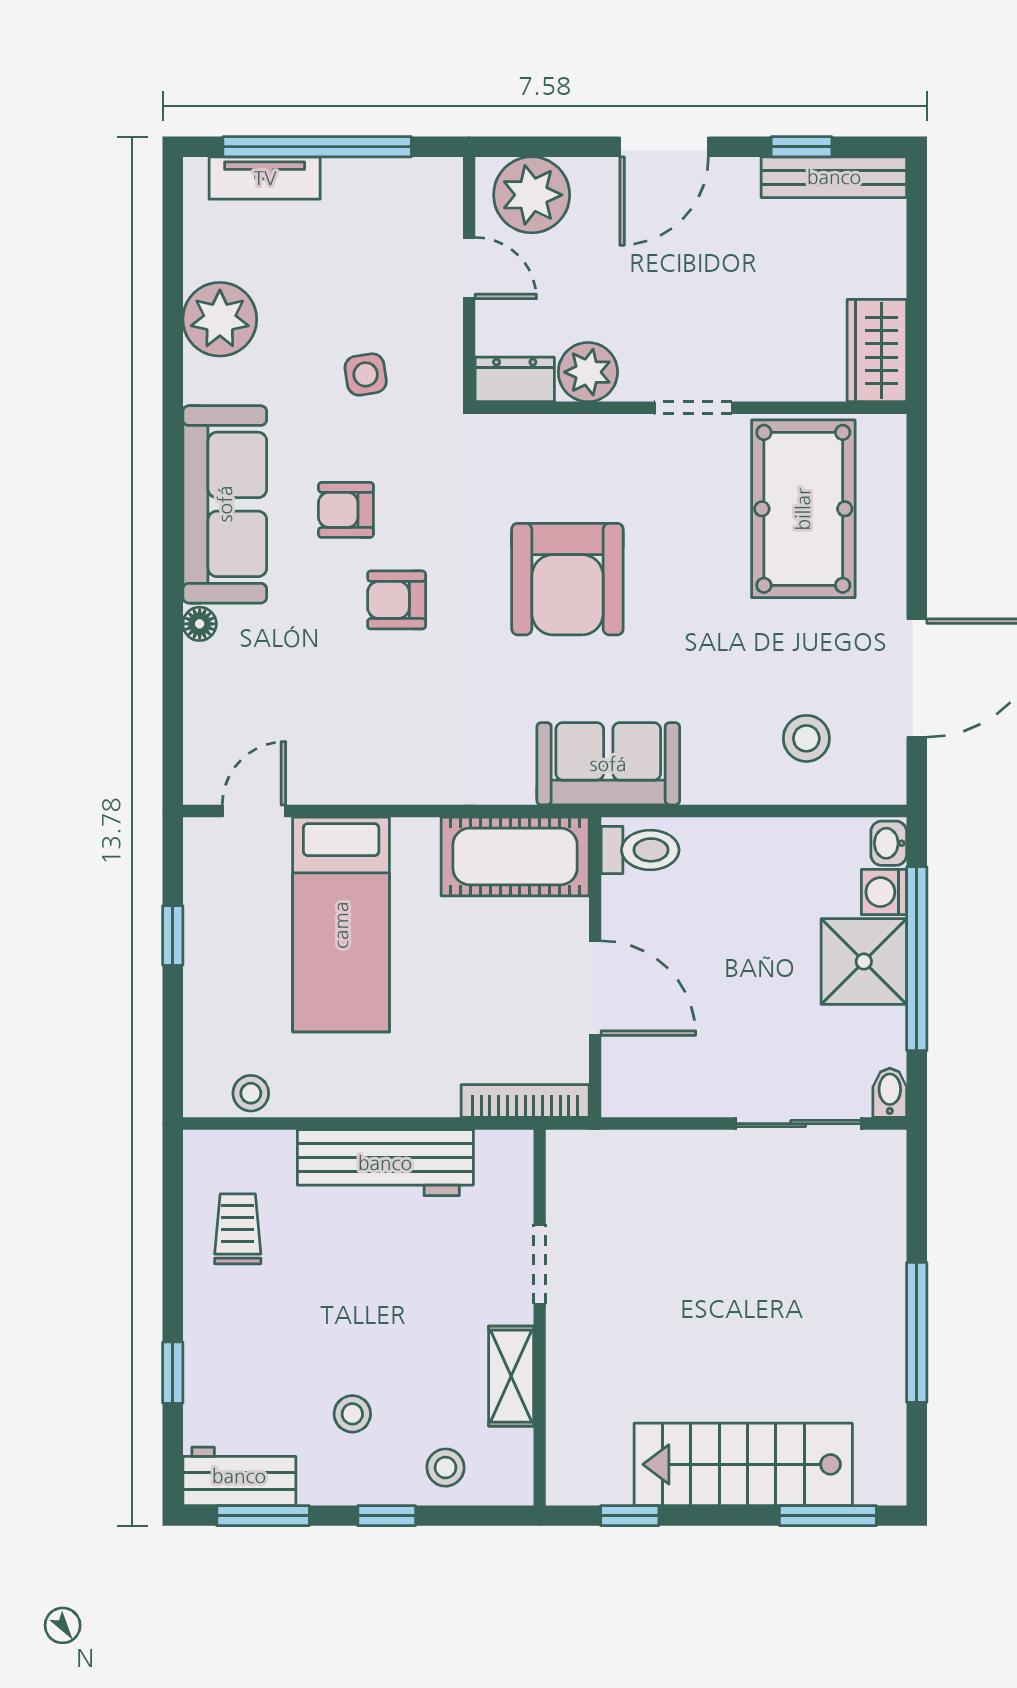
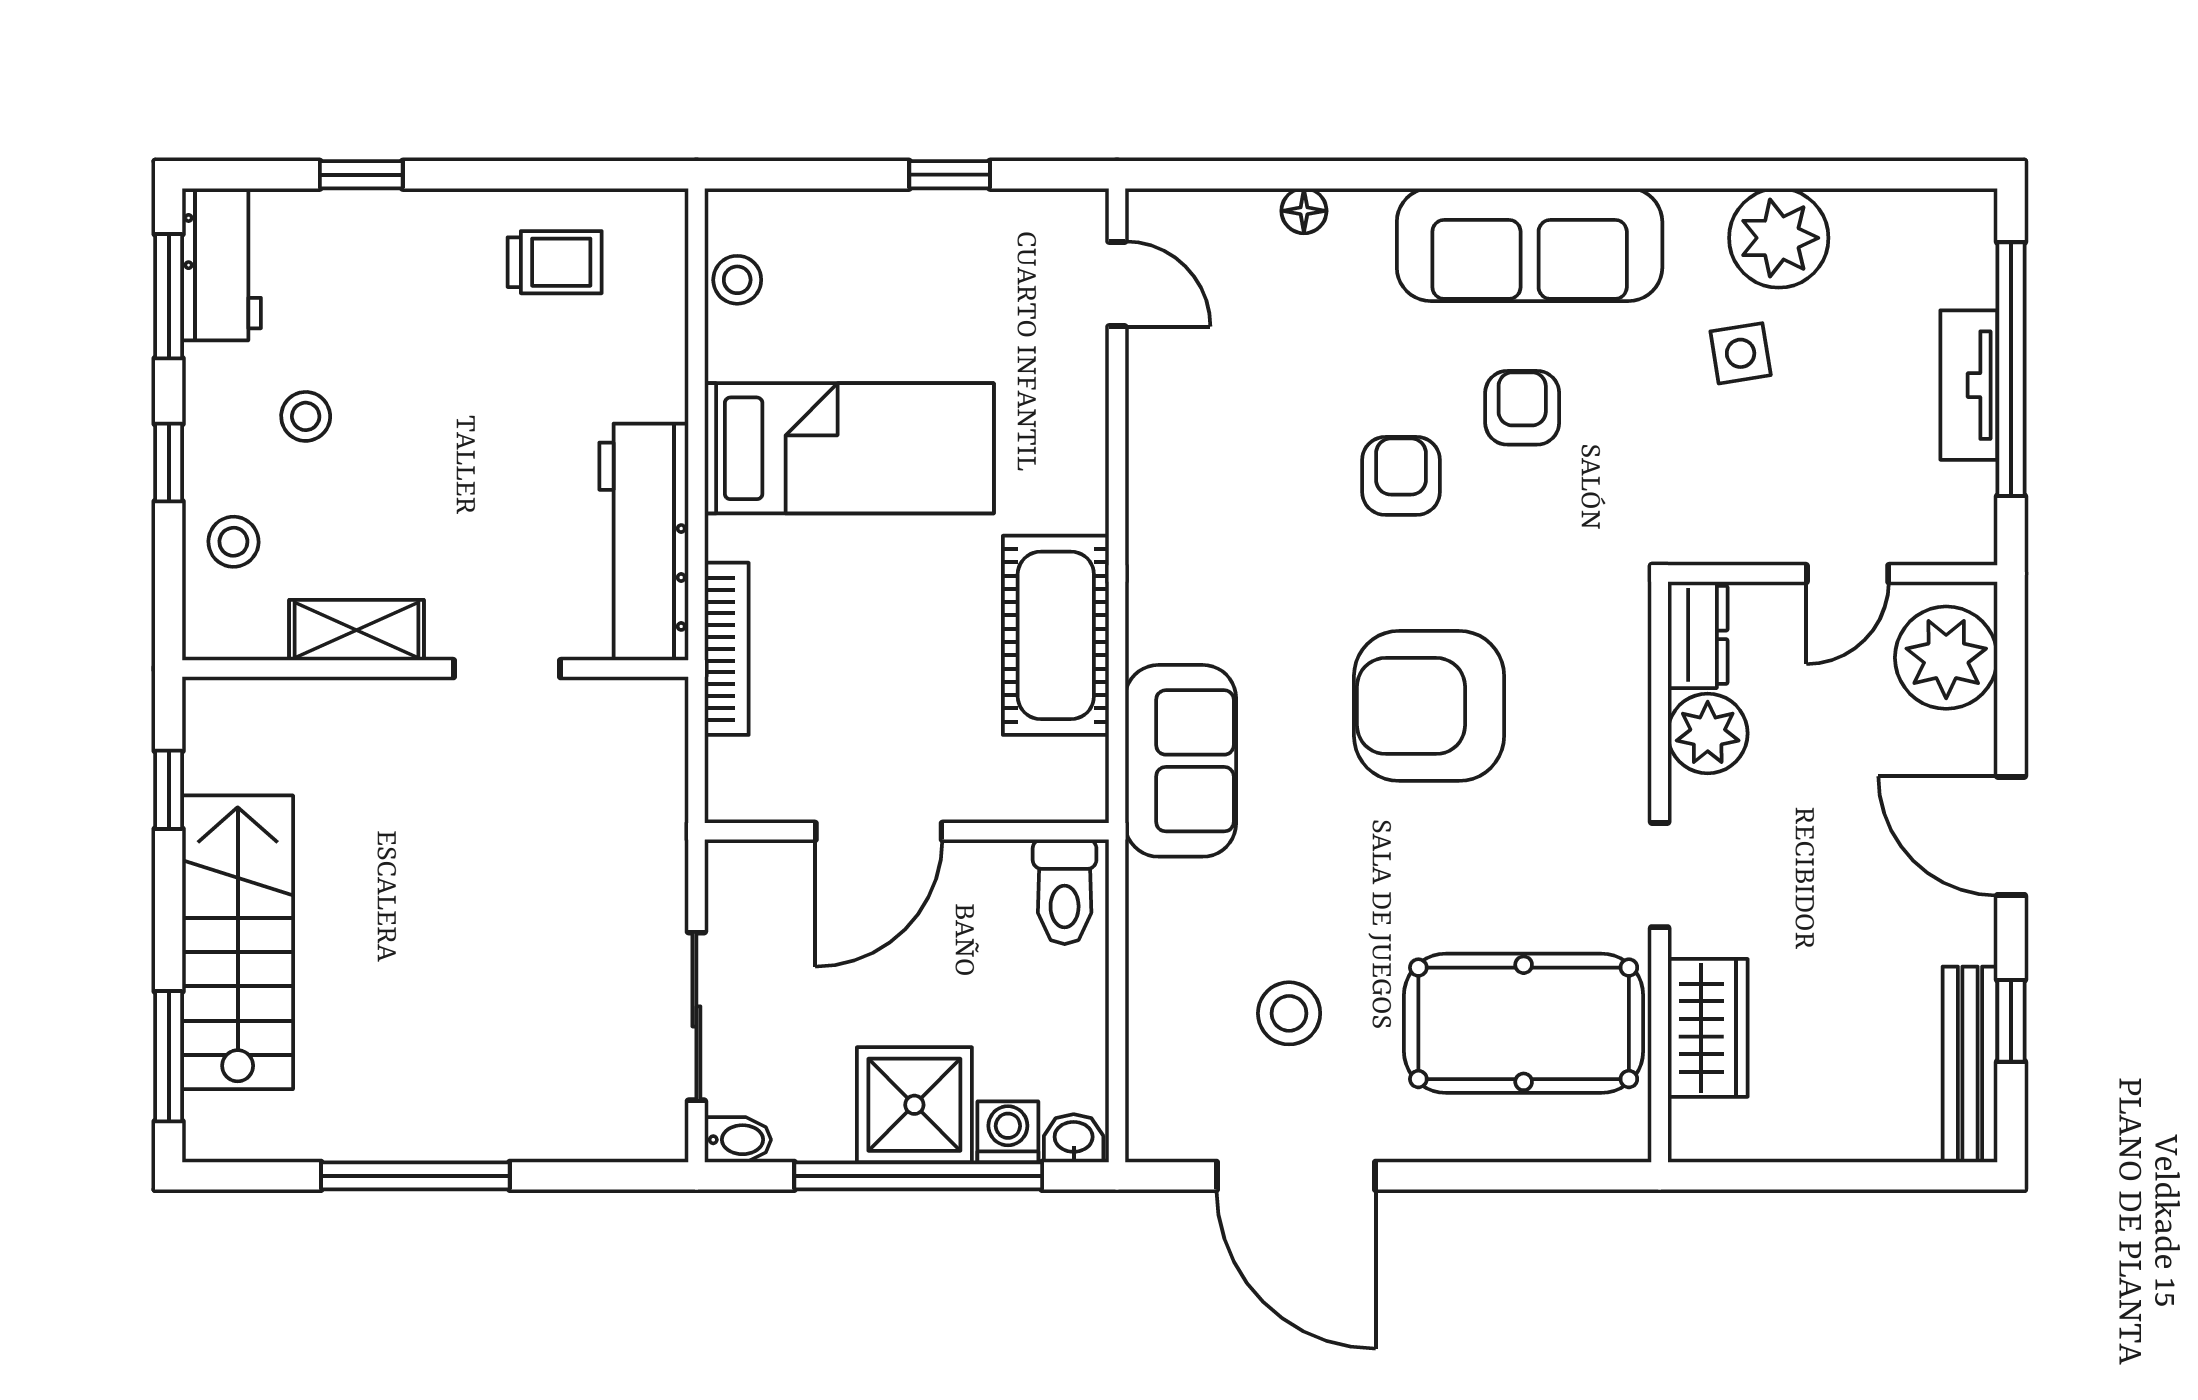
tv unit: (265, 178) -> (1969, 385), moved
wardrobe: (877, 351) -> (1708, 1028), moved, turned 90
side table: (366, 374) -> (1741, 353), moved
floor lamp: (200, 624) -> (1304, 211), moved
stool: (806, 738) -> (1289, 1013), moved
toilet: (640, 850) -> (1065, 892), moved
bed: (341, 925) -> (849, 448), moved, turned 180
wall: (595, 967) -> (907, 831), moved
door: (595, 988) -> (879, 831), moved
workbench: (385, 1163) -> (644, 542), moved

